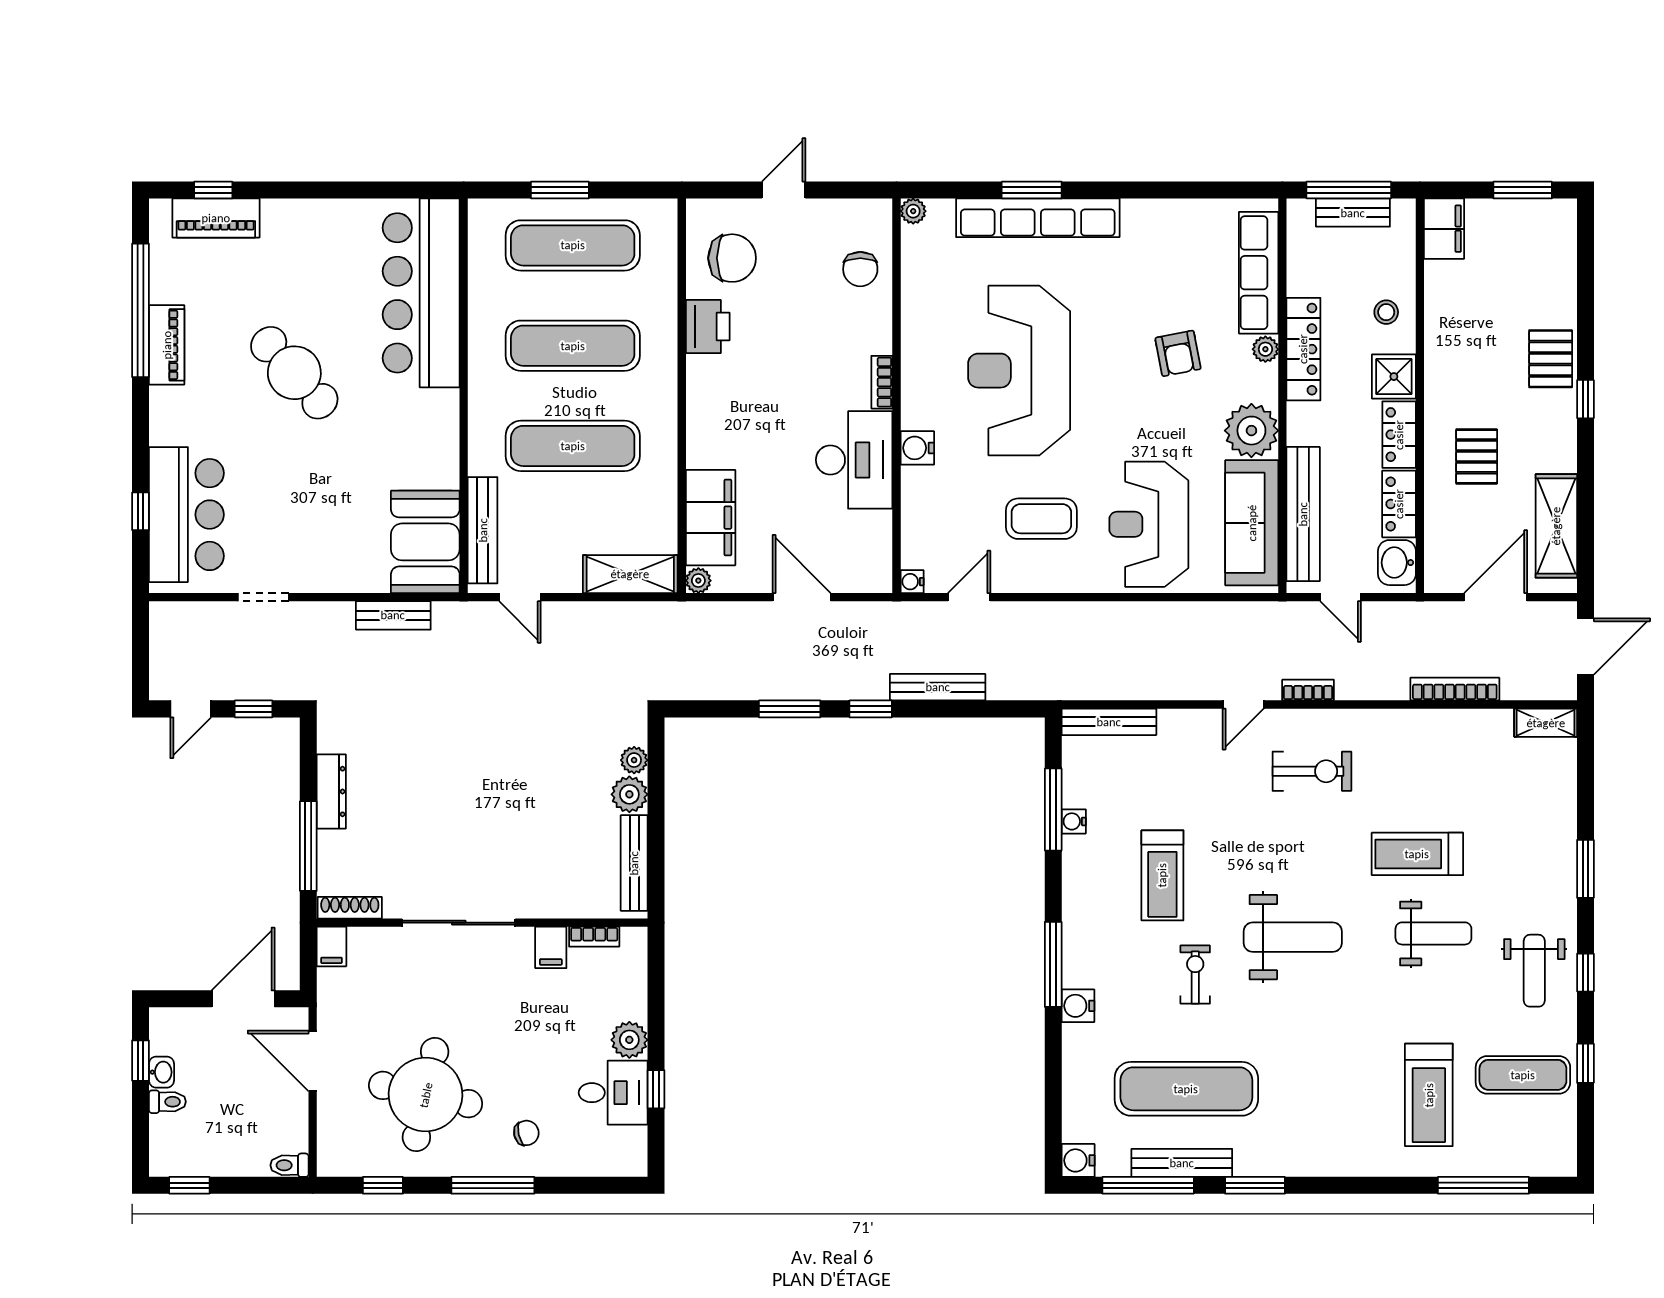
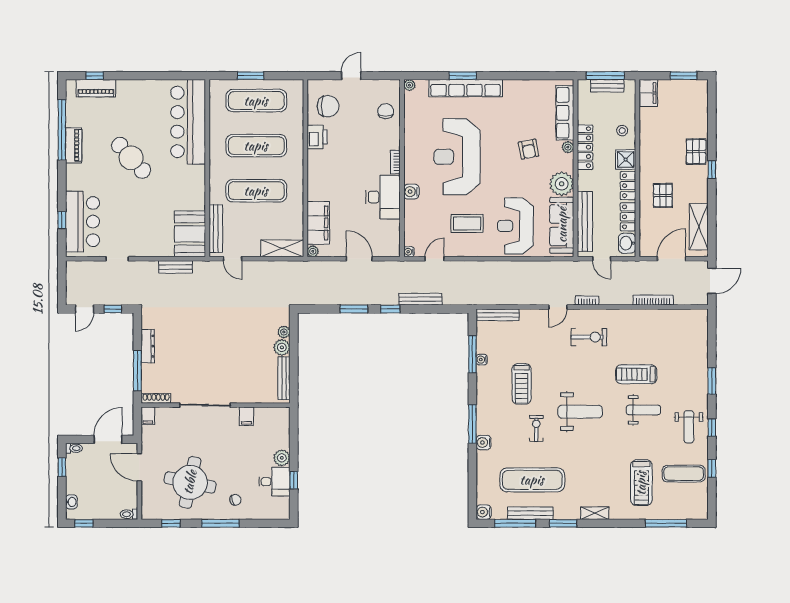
chair: (860, 269) -> (386, 111), turned 180
shelving: (1546, 723) -> (595, 513), moved
bookcase: (594, 937) -> (266, 411), removed
washbasin: (161, 1072) -> (71, 502), moved
toilet: (167, 1102) -> (74, 448), moved

